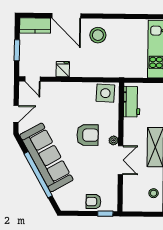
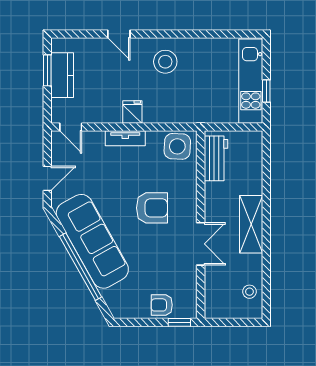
door: (66, 16) -> (119, 34), width x0.53
kitchen counter: (35, 26) -> (62, 75), moved, turned -90
window: (17, 50) -> (47, 70), moved
fridge: (63, 69) -> (132, 112), moved
tv unit: (70, 87) -> (125, 138), added
plant: (114, 140) -> (190, 215), removed

